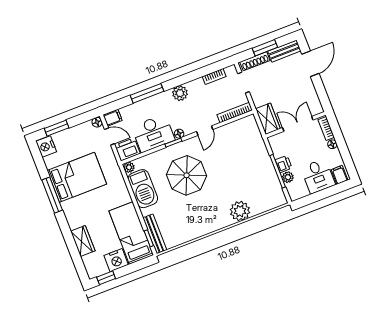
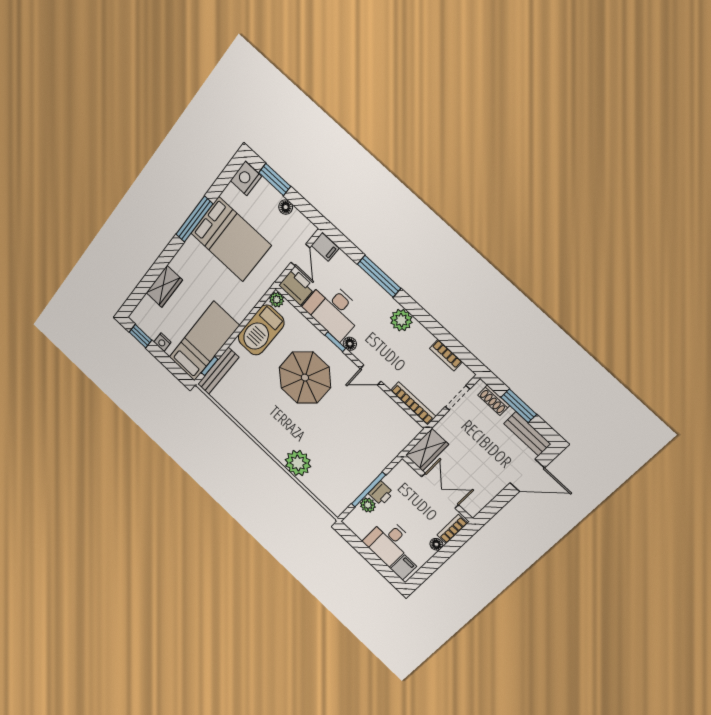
shoe rack: (255, 61) -> (494, 400), width x0.70
floor lamp: (97, 122) -> (286, 207), moved
nightstand: (116, 260) -> (162, 342), width x0.53, depth x0.56

